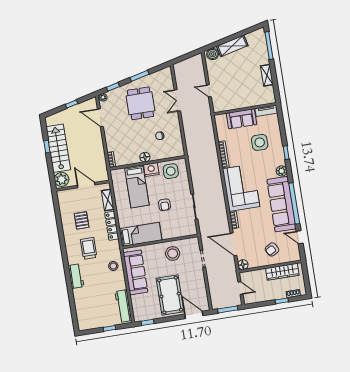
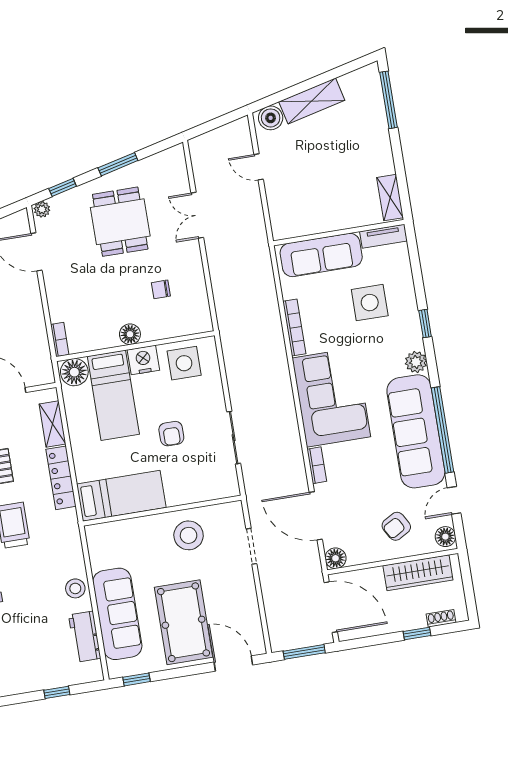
shelving: (267, 75) -> (390, 198), moved
door: (209, 91) -> (259, 167), moved
sofa: (242, 119) -> (321, 255), width x1.36
floor lamp: (118, 175) -> (74, 372), added
door: (300, 237) -> (454, 500), hinge flipped
floor lamp: (295, 255) -> (445, 537), added
stool: (113, 266) -> (75, 588), moved
sofa: (135, 272) -> (117, 614), moved
door: (240, 288) -> (331, 607), width x1.87
workbench: (123, 306) -> (85, 637), width x0.73

